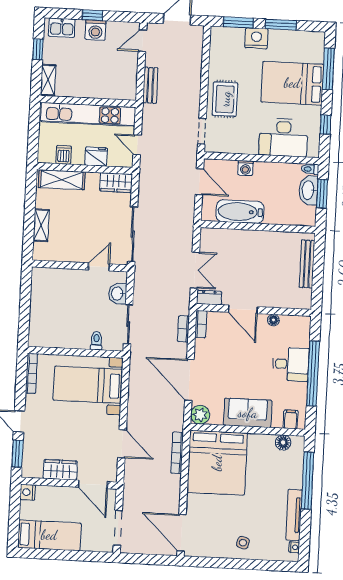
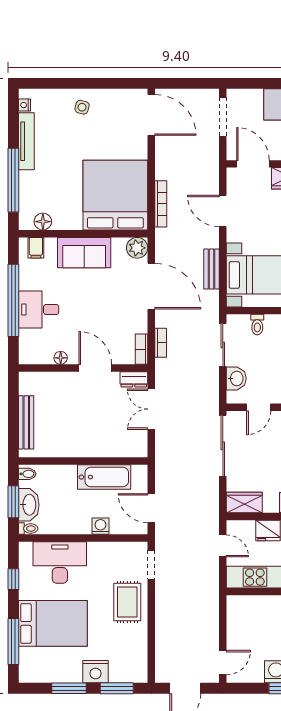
bench: (150, 85) -> (212, 269), moved
bidet: (308, 218) -> (27, 474), added

